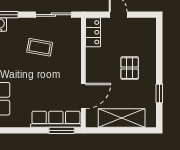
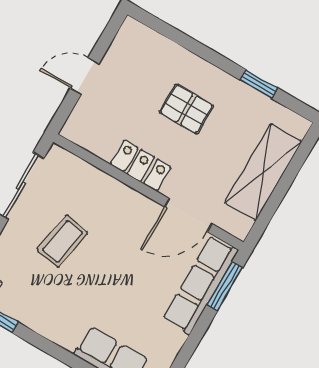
locker: (93, 32) -> (141, 166), moved
door: (83, 96) -> (188, 215), swing flipped

